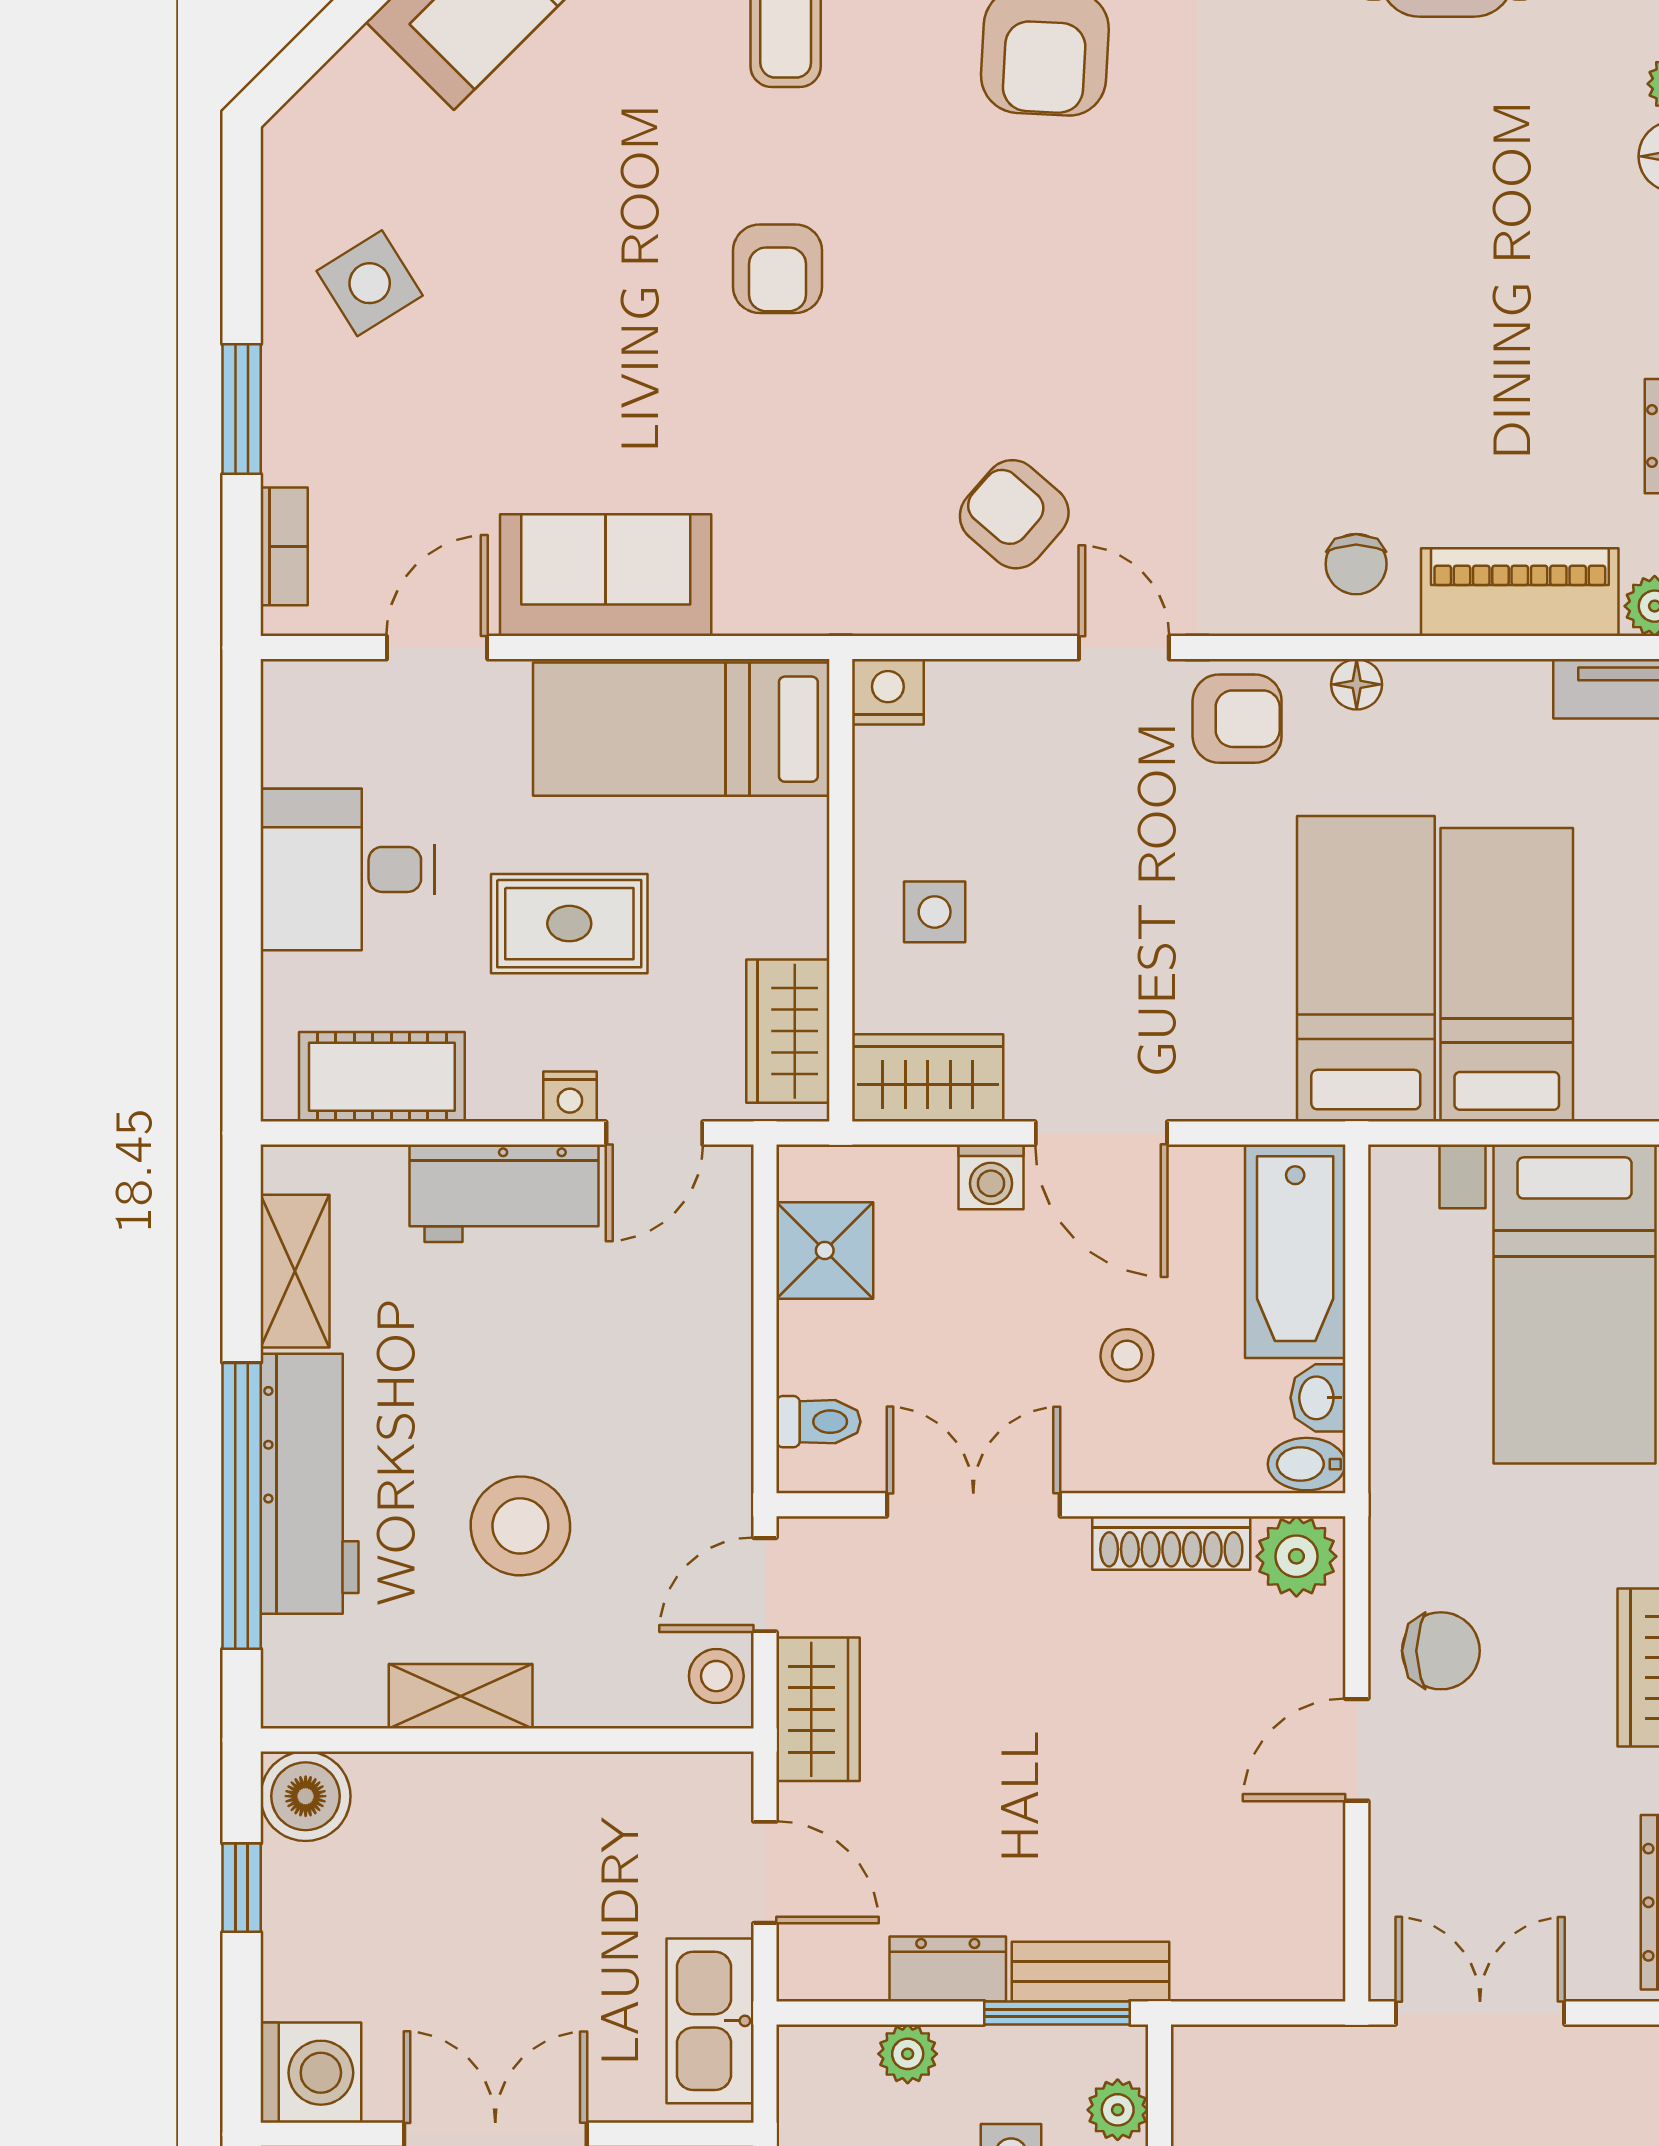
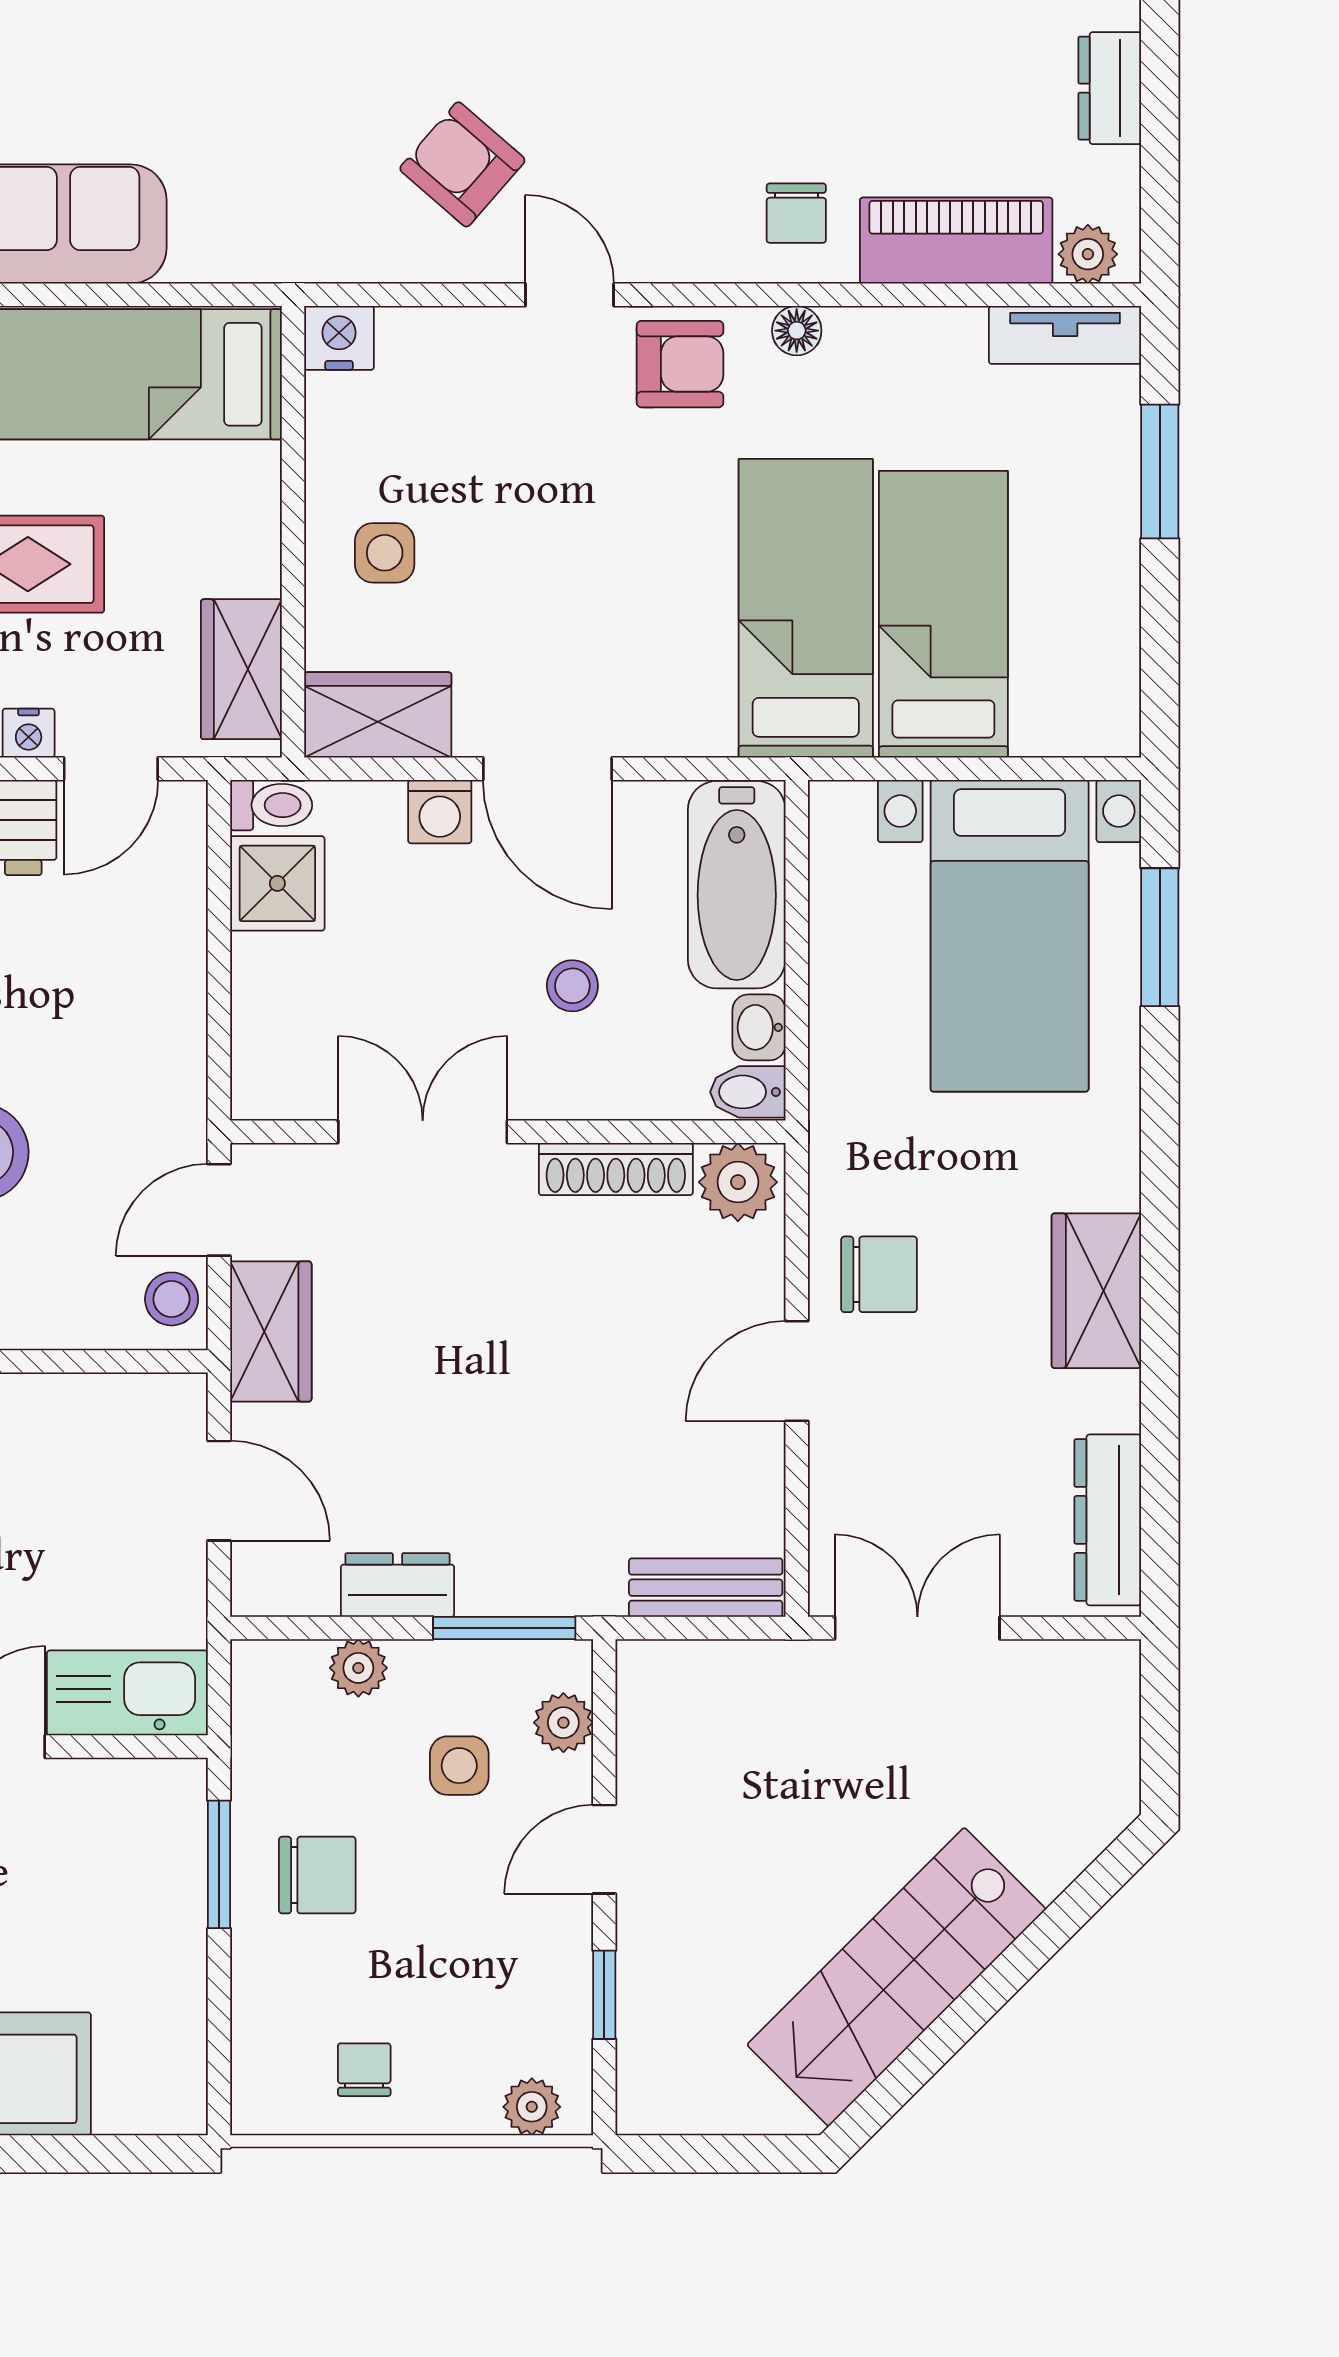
toilet: (818, 1422) -> (271, 805), moved
bench: (1090, 1972) -> (706, 1588), moved
kitchen sink: (710, 2021) -> (127, 1693), moved, turned 90

